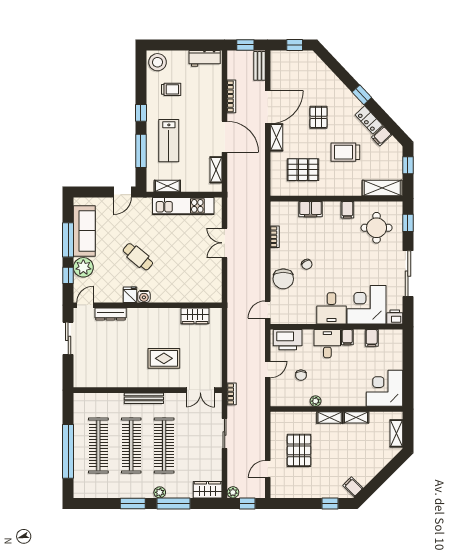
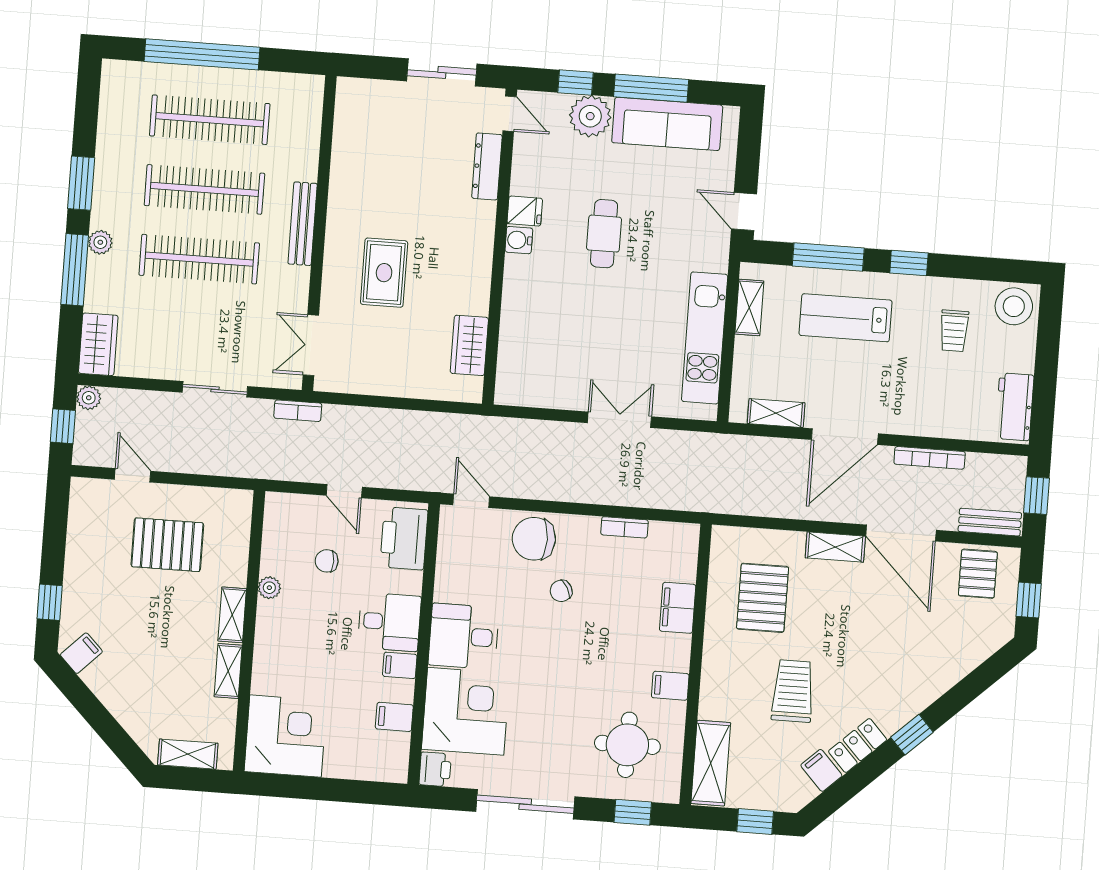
pallet: (319, 117) -> (978, 574), moved, turned 90
cafe table: (138, 257) -> (604, 234), turned -40

